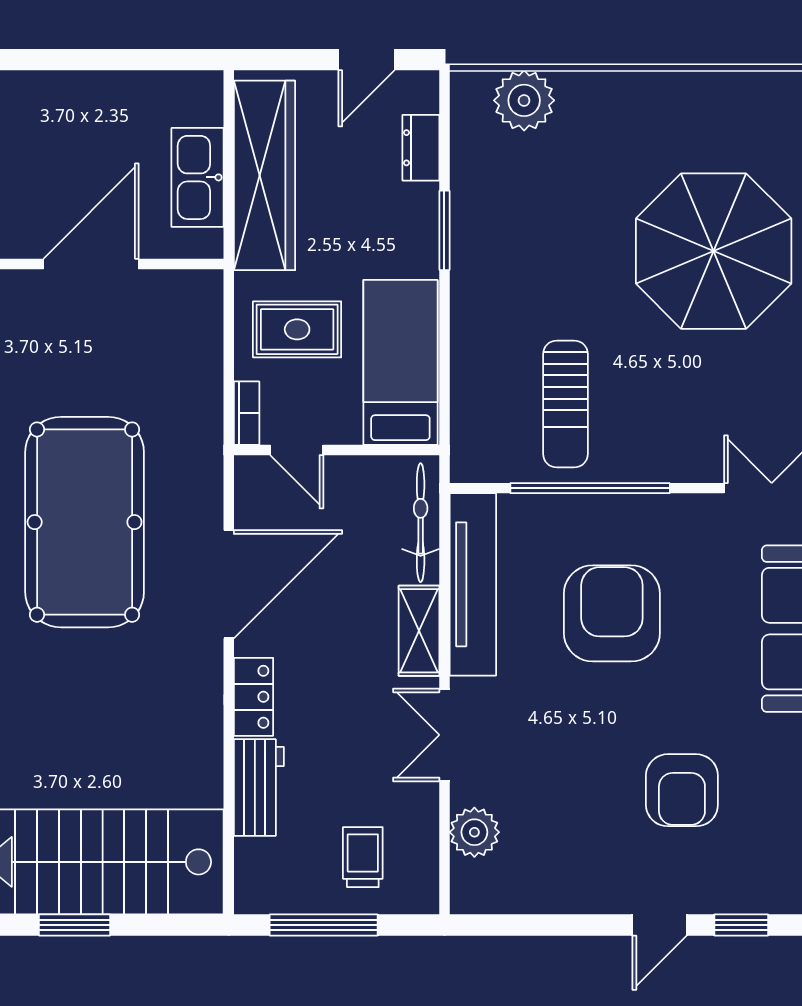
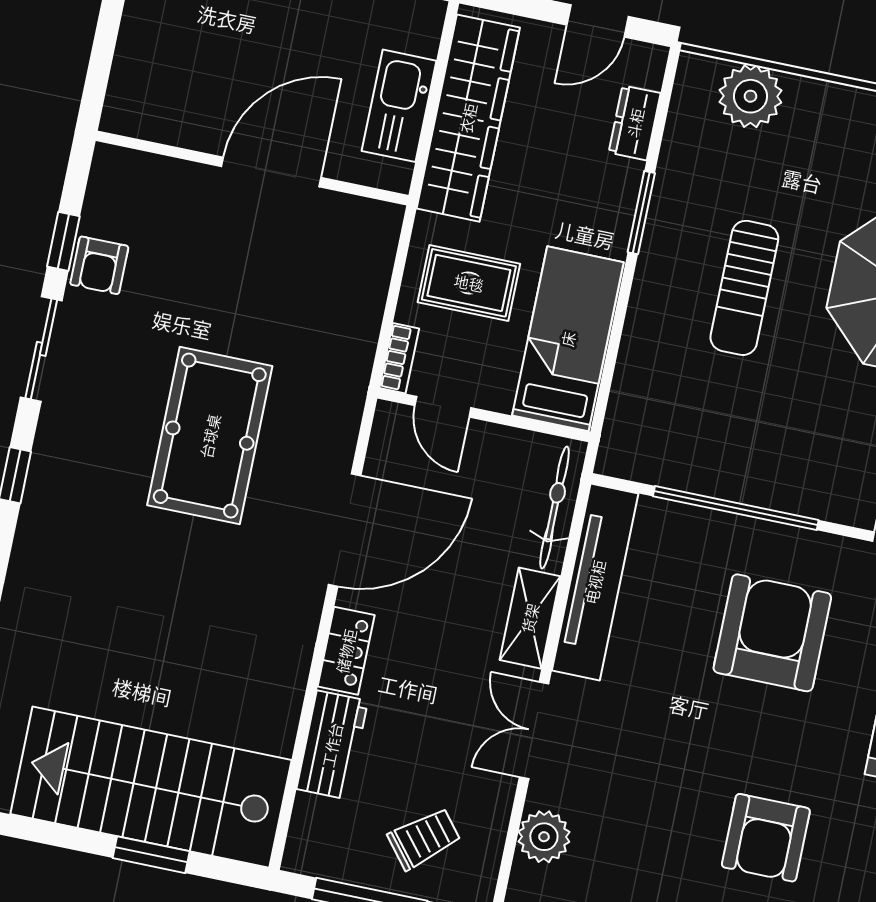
sun lounger: (565, 404) -> (744, 288), moved
pool table: (85, 522) -> (210, 436), width x0.73, depth x0.76
armchair: (612, 613) -> (772, 633), moved
trolley: (363, 857) -> (424, 839), turned 51
window: (75, 925) -> (151, 855), moved

